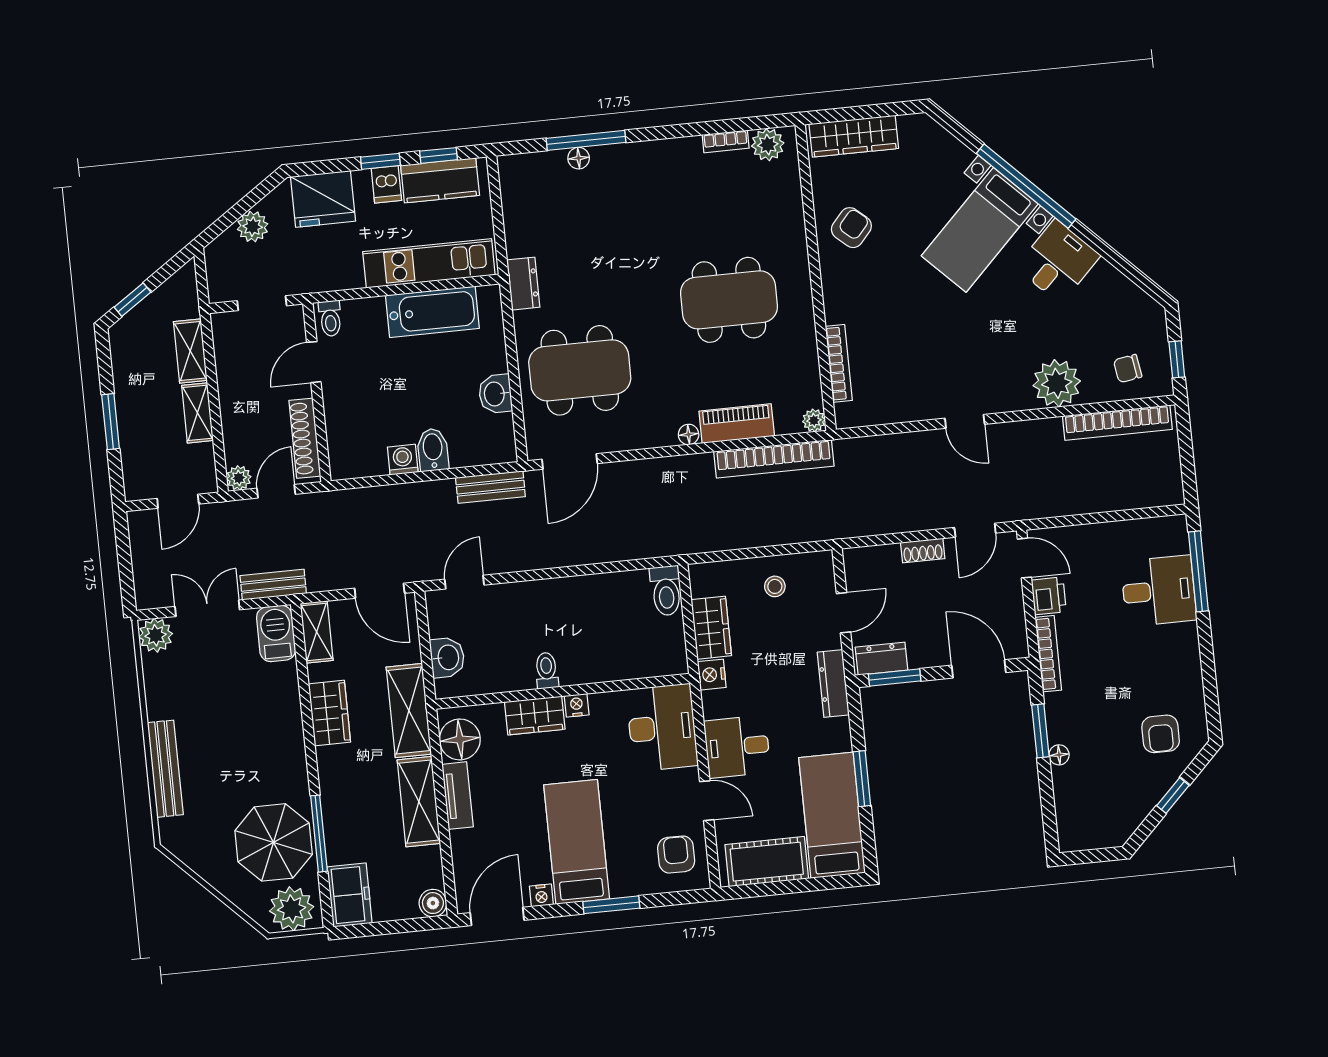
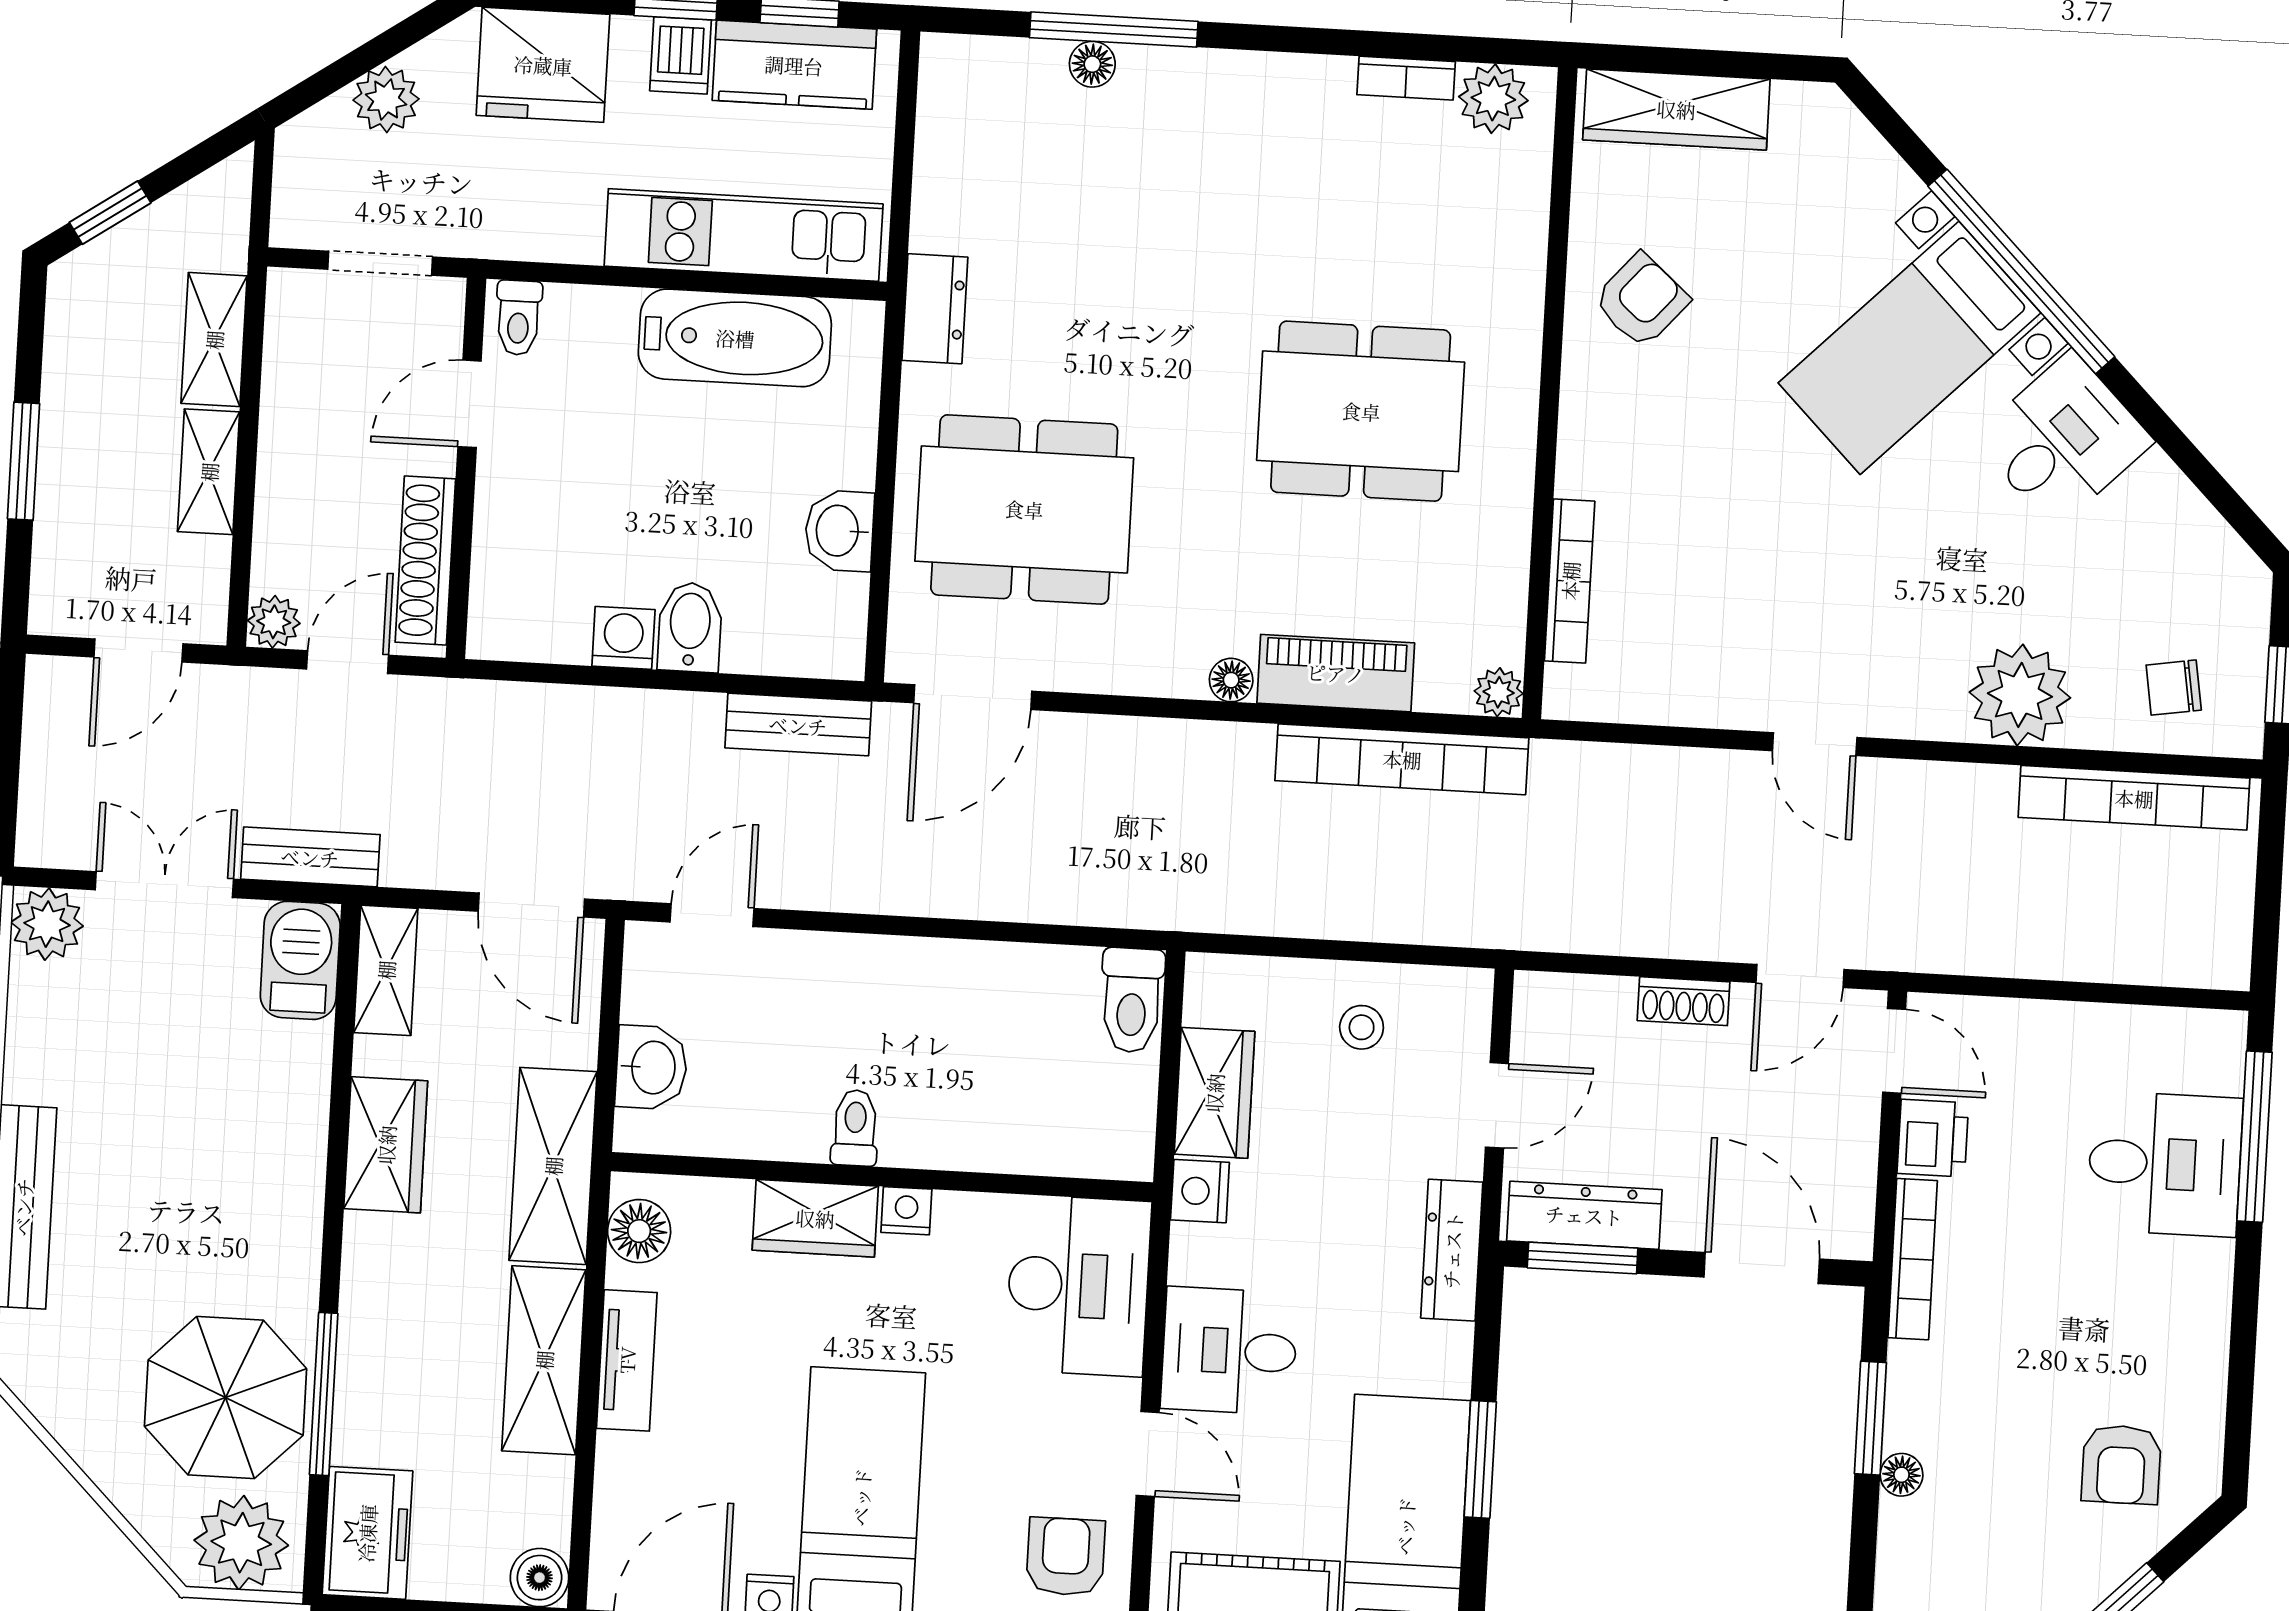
dresser: (881, 659) -> (1584, 1215), width x1.44
floor lamp: (460, 739) -> (639, 1231), width x0.73, depth x0.73

